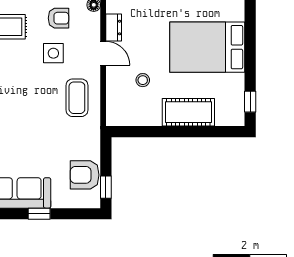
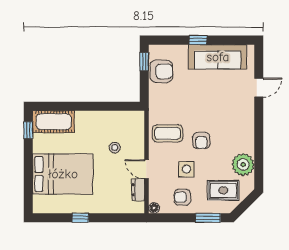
armchair: (35, 89) -> (201, 141), added
coffee table: (77, 98) -> (168, 133), turned 90
cot: (188, 112) -> (54, 122), moved

